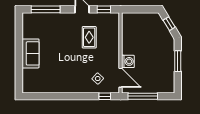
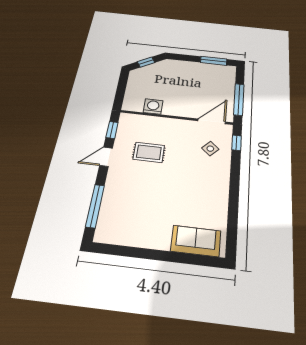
sofa: (30, 53) -> (196, 241), moved
washing machine: (128, 61) -> (153, 106), moved
window: (178, 61) -> (214, 61), moved

